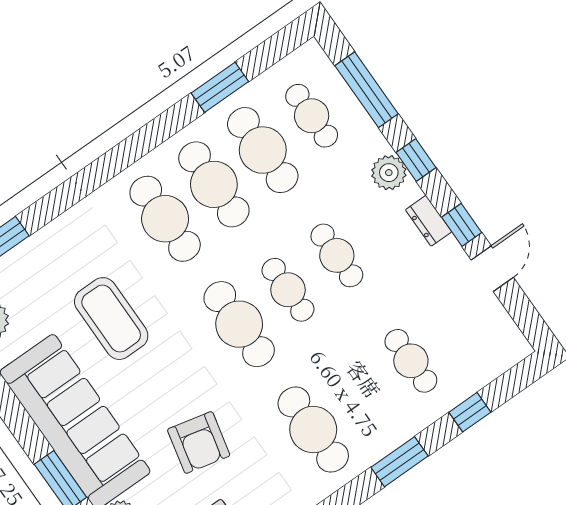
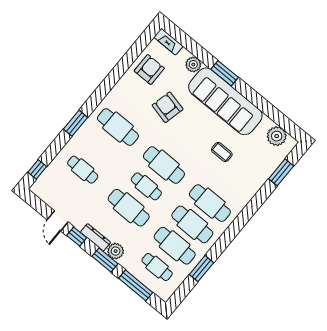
window: (416, 160) -> (105, 260), width x1.50
dresser: (429, 221) -> (95, 237), width x1.44
cafe table: (337, 255) -> (129, 208), width x1.37, depth x1.35
coffee table: (111, 319) -> (222, 152), width x0.54, depth x0.58
window: (470, 412) -> (37, 169), moved

